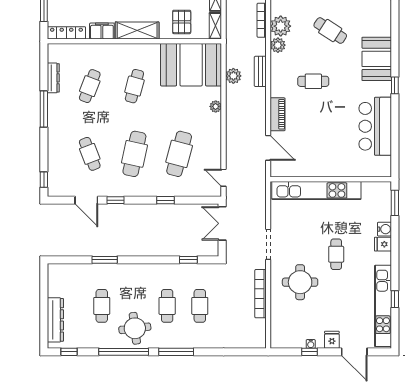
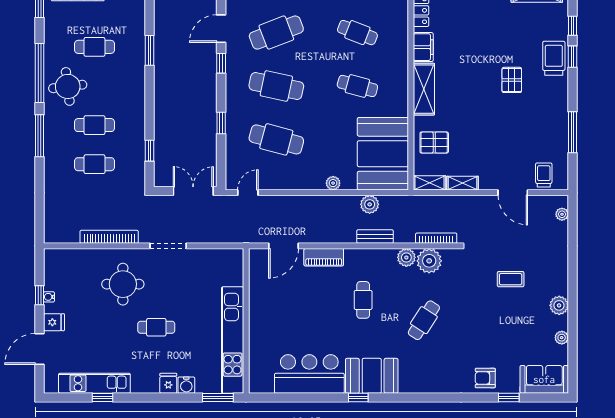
booth: (377, 59) -> (372, 376), moved
cafe table: (90, 154) -> (276, 33), width x1.37, depth x1.35
kitchen unit: (316, 190) -> (233, 340), moved
kitchen unit: (383, 306) -> (94, 383), width x0.73

